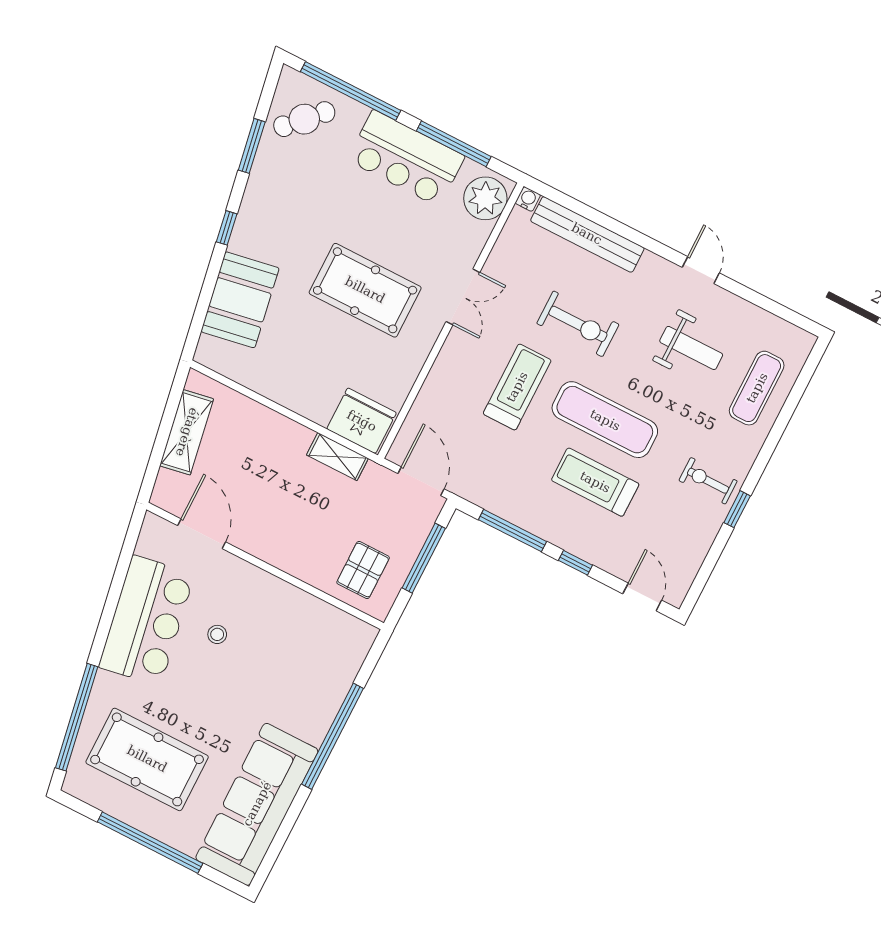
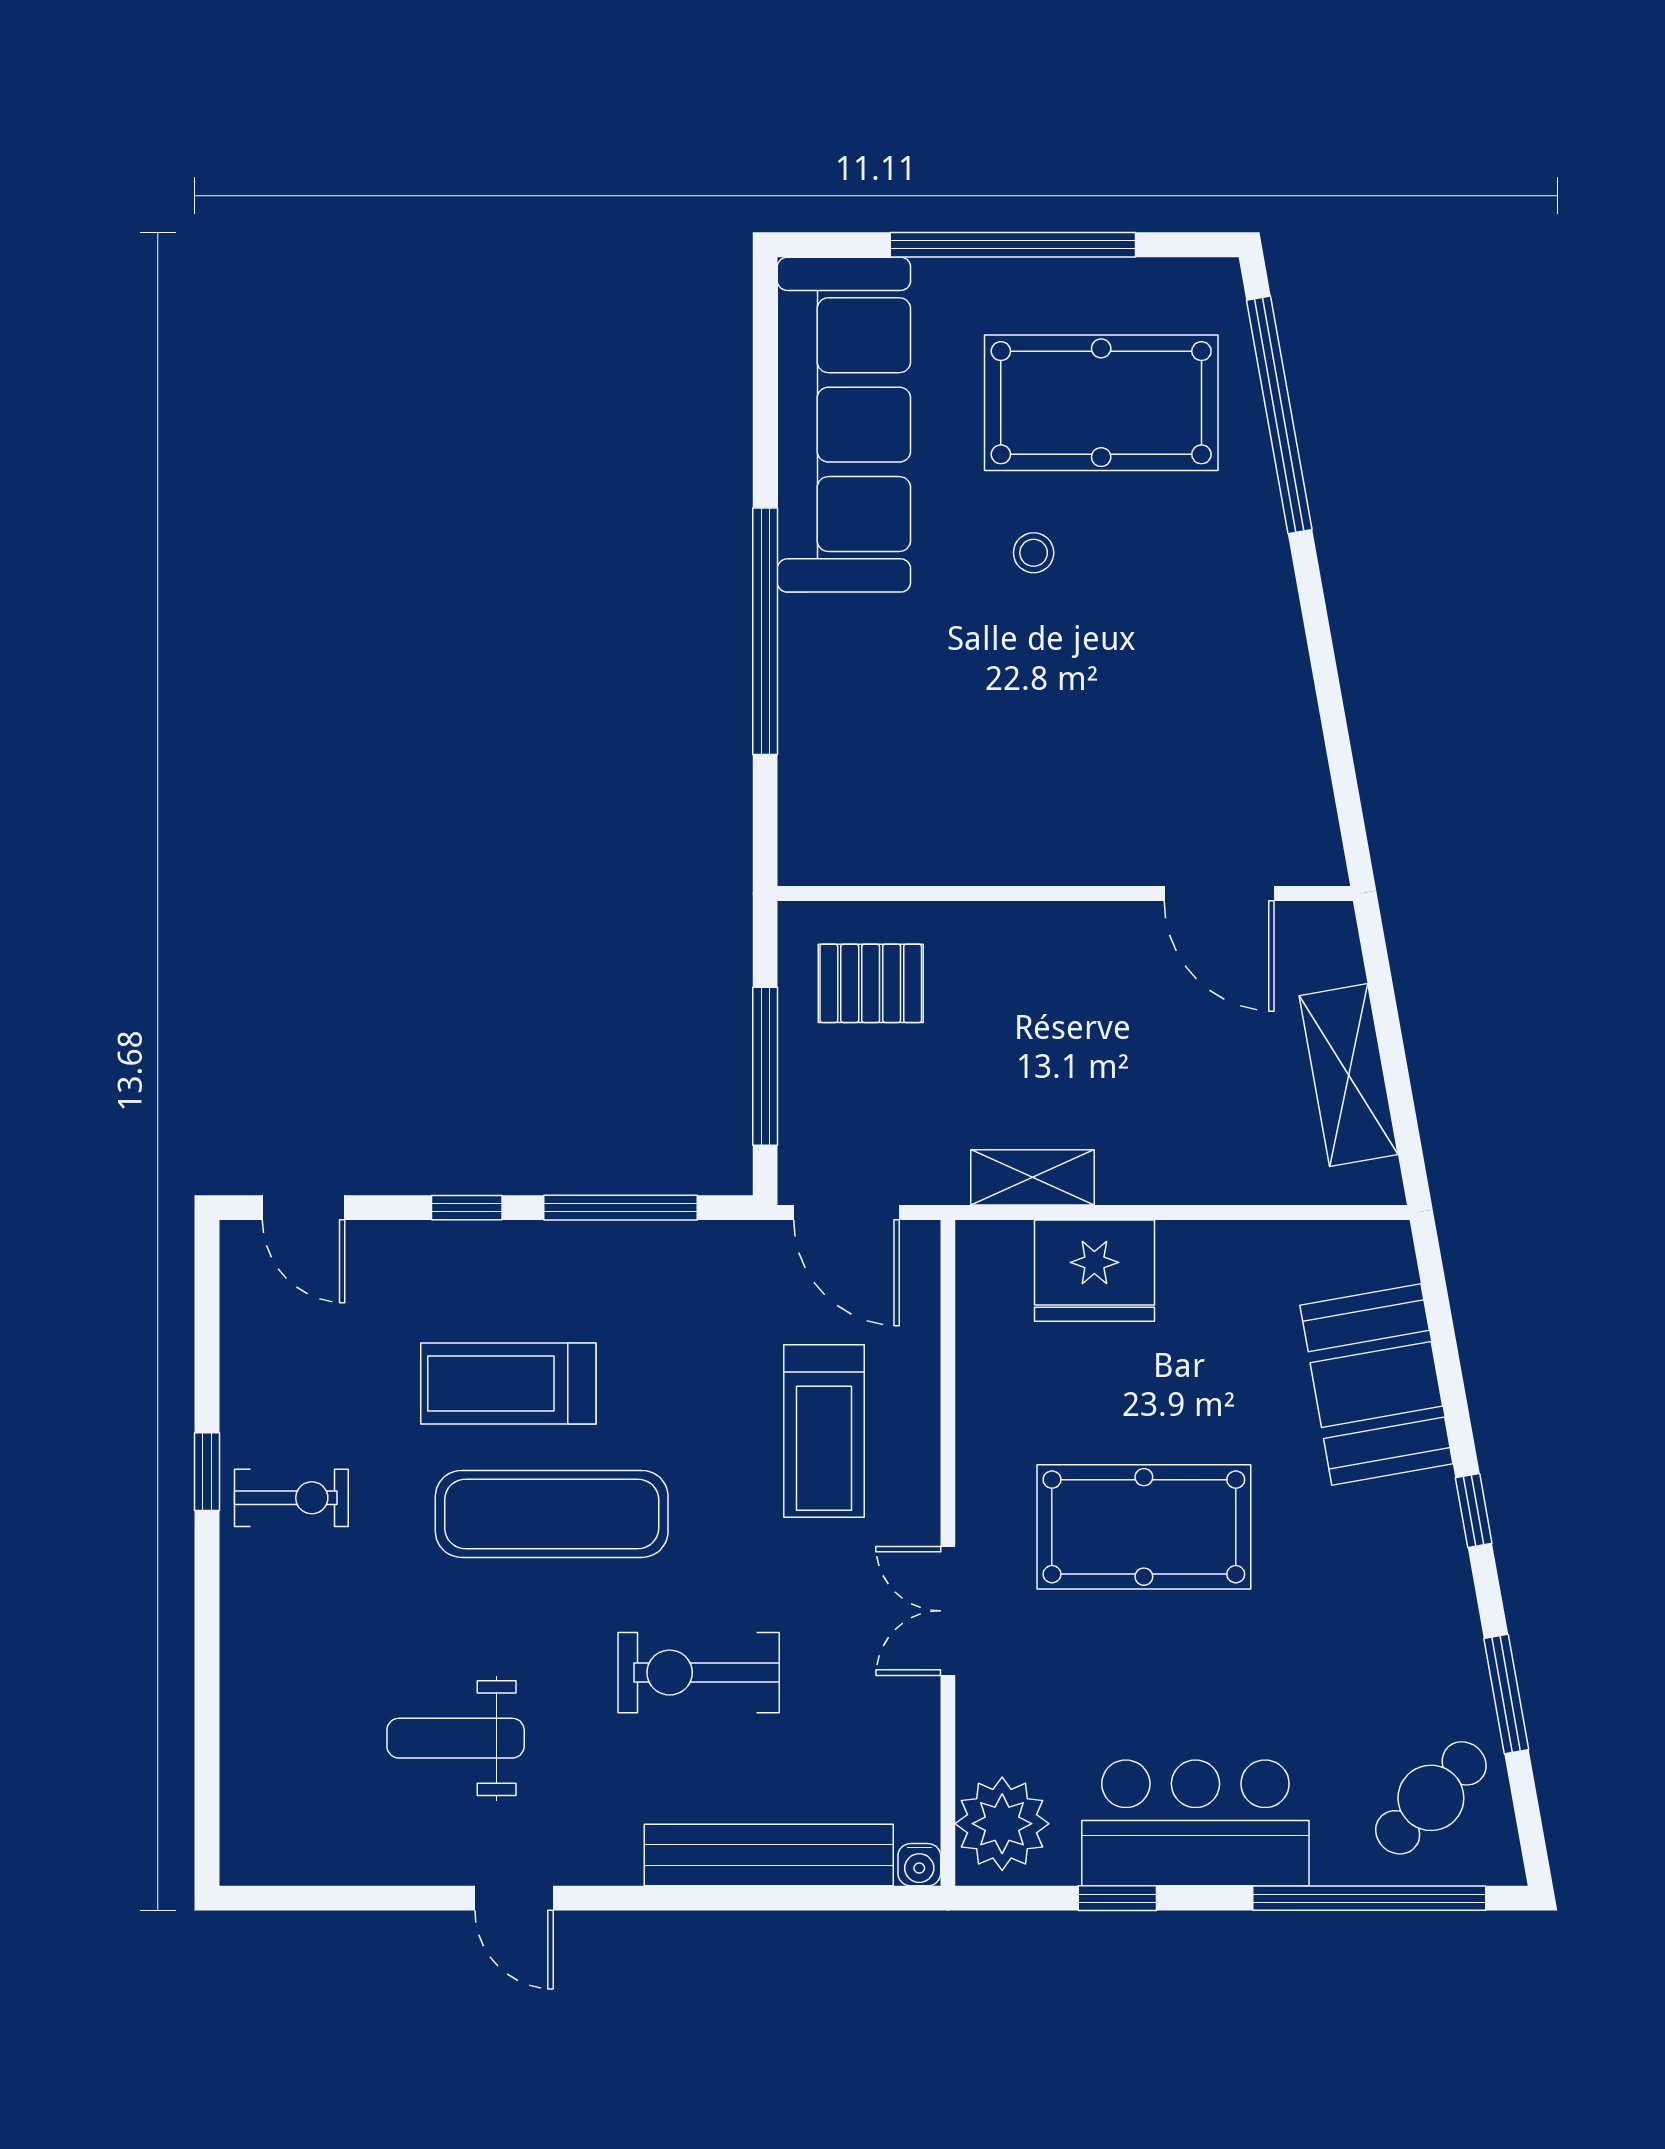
window: (454, 144) -> (1117, 1898), width x0.46
treadmill: (517, 387) -> (824, 1431), moved
exercise mat: (757, 388) -> (289, 1725), removed
fridge: (362, 421) -> (1094, 1271), moved
treadmill: (595, 482) -> (508, 1383), turned 180
pallet: (363, 570) -> (871, 983), turned 90
bar counter: (147, 620) -> (1240, 671), removed
stool: (217, 634) -> (1034, 553), moved

